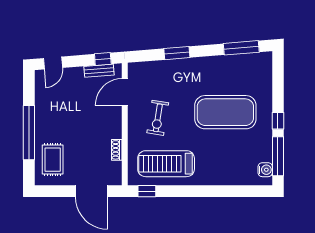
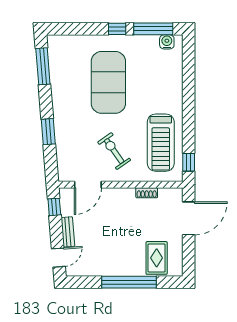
door: (53, 63) -> (58, 258), hinge flipped
bench: (99, 71) -> (68, 232), moved
door: (125, 92) -> (88, 185), hinge flipped
exercise bike: (158, 118) -> (114, 151), turned -134
rug: (53, 160) -> (157, 258), turned 90

